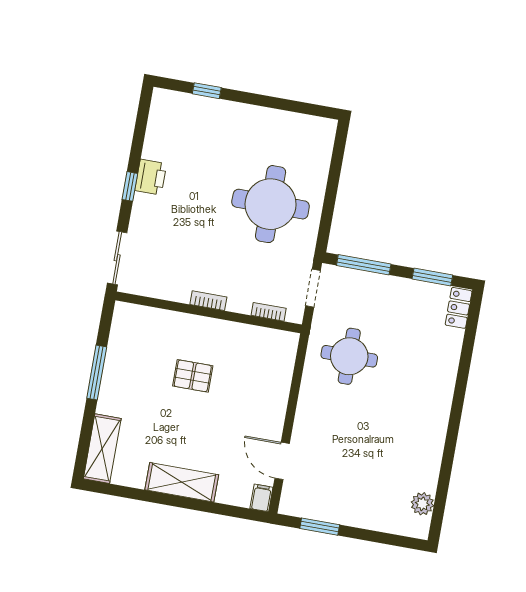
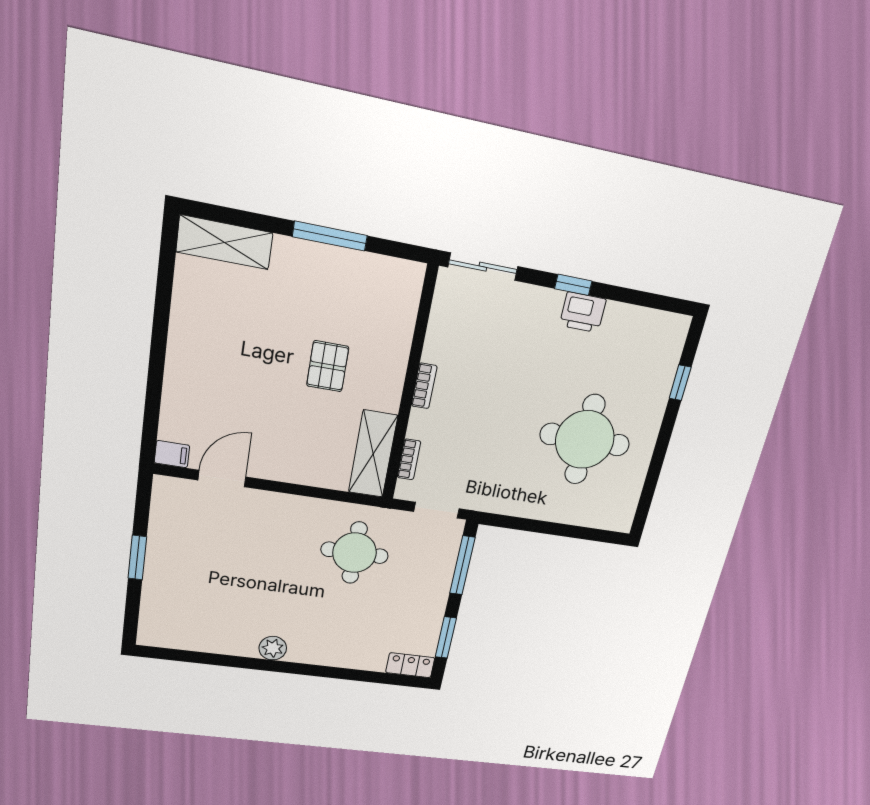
round table: (271, 204) -> (585, 440), moved
shelving: (182, 482) -> (373, 454), moved
plant: (422, 504) -> (273, 648), moved
window: (320, 527) -> (137, 558), moved

